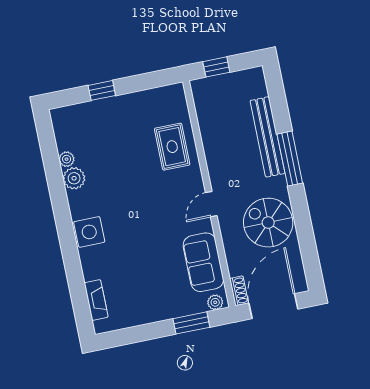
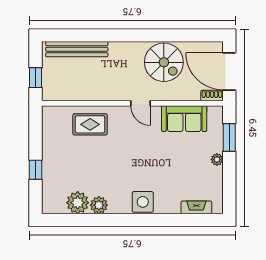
bench: (267, 137) -> (77, 49), moved
plant: (67, 159) -> (78, 203), width x1.88, depth x1.88
window: (290, 159) -> (118, 35), removed
spiral stairs: (268, 223) -> (164, 62), turned -90
plant: (215, 302) -> (217, 160), moved

